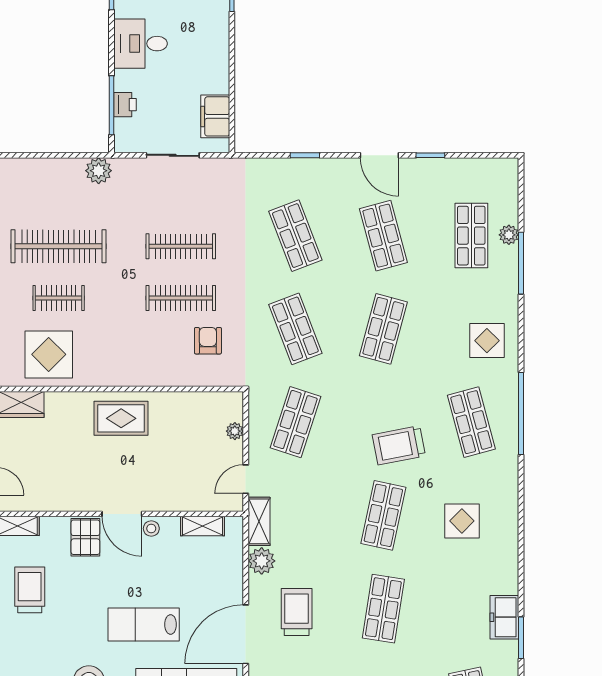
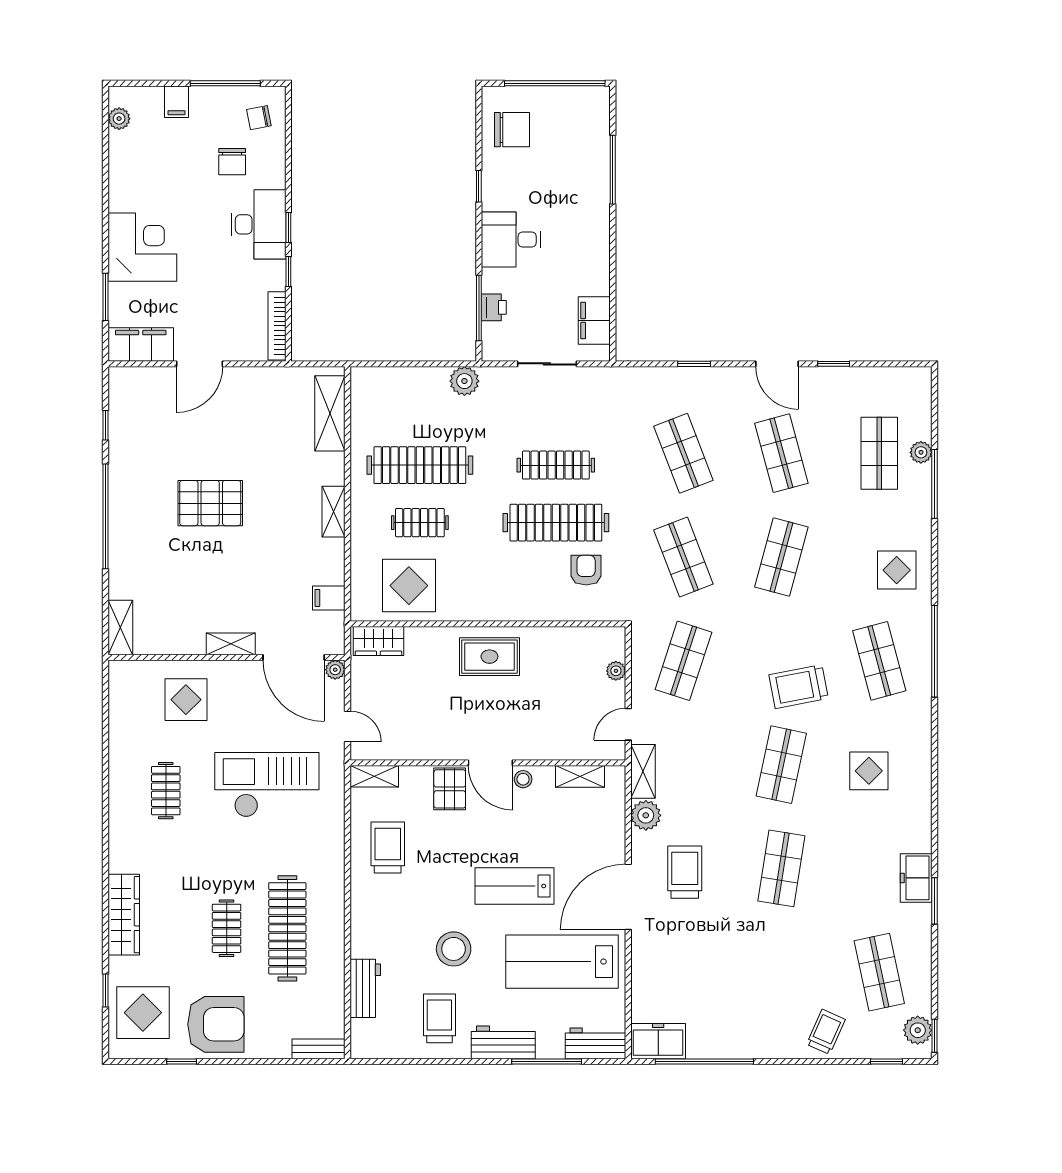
clothes rail: (181, 298) -> (556, 523), width x1.37, depth x1.31

